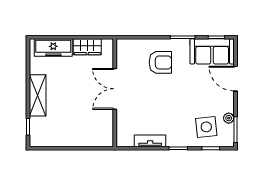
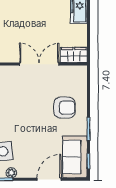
wardrobe: (87, 47) -> (74, 55), moved, turned 90
armchair: (160, 62) -> (64, 108), turned -90

